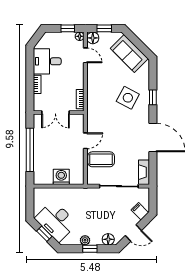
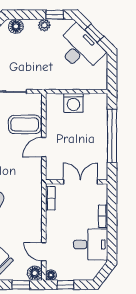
window: (90, 249) -> (55, 15), moved

